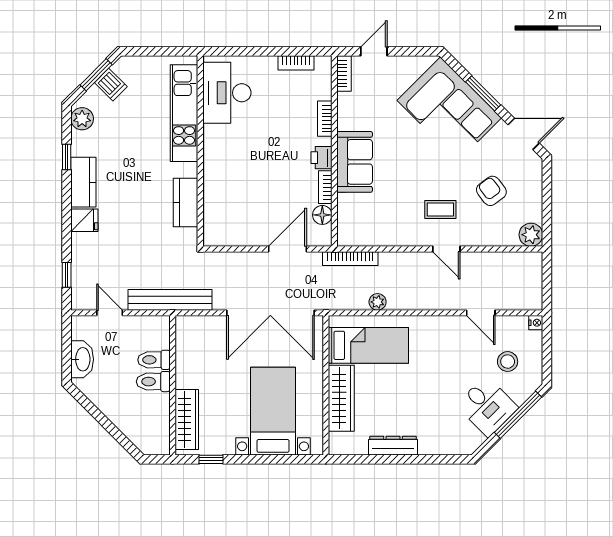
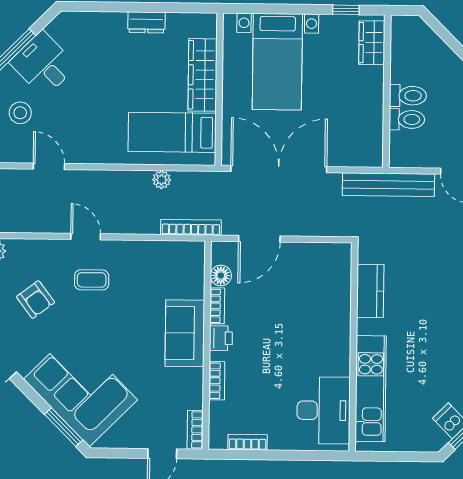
window: (483, 93) -> (64, 427), moved
wardrobe: (187, 419) -> (372, 43), width x0.67
dresser: (393, 446) -> (147, 22), width x0.70

